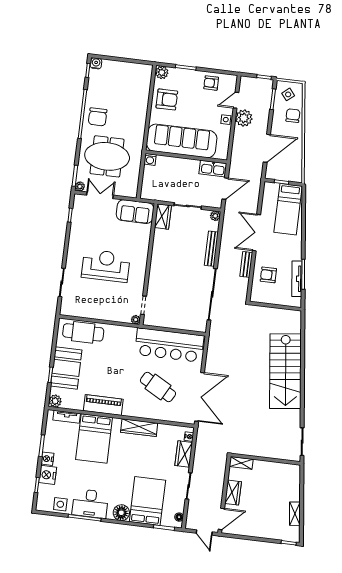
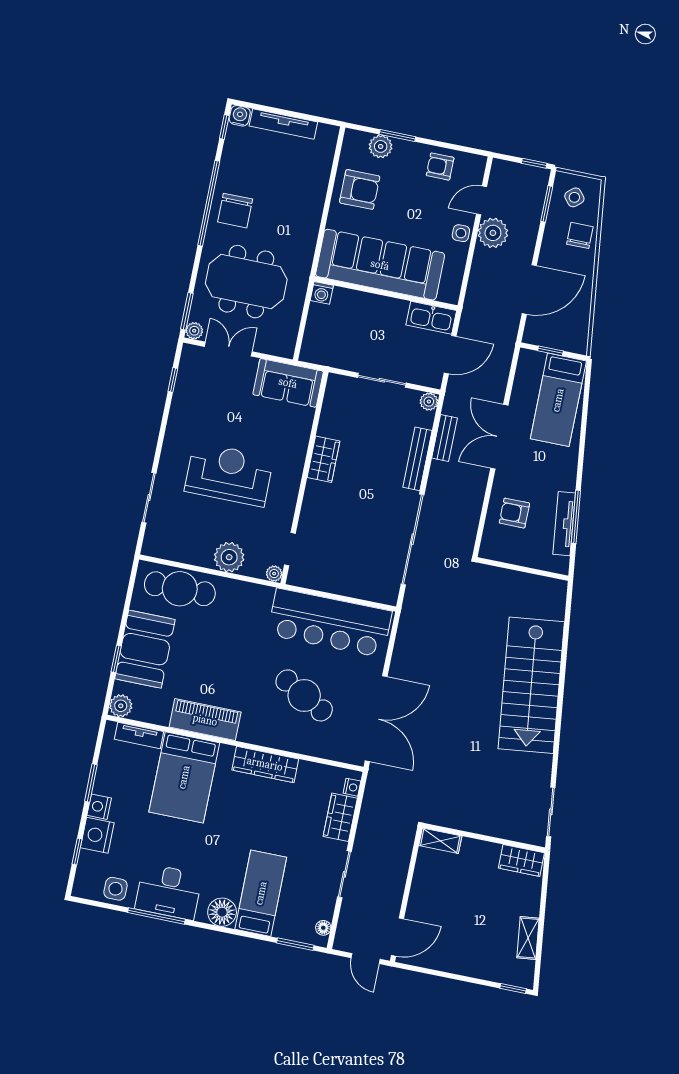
tv unit: (121, 66) -> (283, 124), added
plant: (162, 72) -> (381, 146), moved
wardrobe: (163, 217) -> (323, 459), moved
bench: (246, 264) -> (445, 438), moved
plant: (110, 312) -> (229, 557), added
wardrobe: (233, 493) -> (521, 860), moved, turned 90
bed: (147, 501) -> (261, 893), width x0.67

